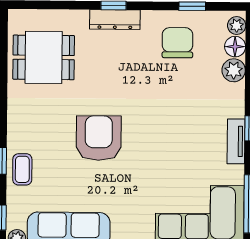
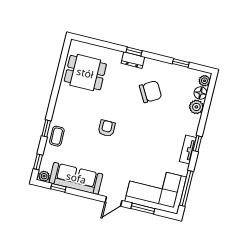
dresser: (115, 20) -> (133, 60), width x0.70
chair: (177, 43) -> (151, 92), moved, turned 60
armchair: (99, 138) -> (107, 128), width x0.53, depth x0.53

